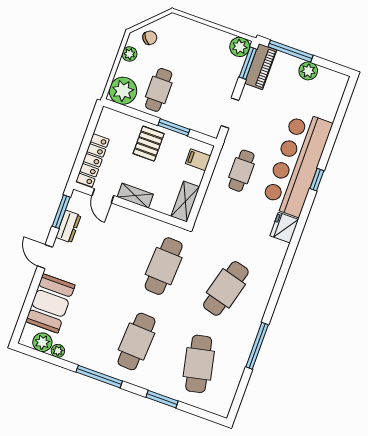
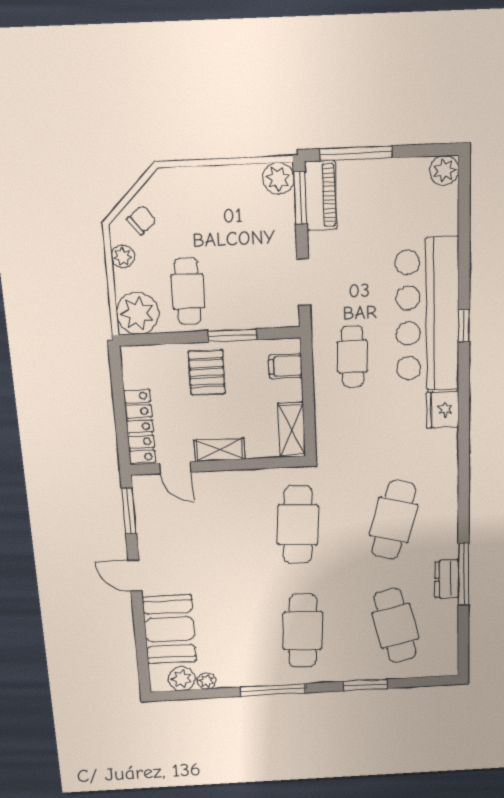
plant: (308, 71) -> (444, 170), moved
dresser: (68, 226) -> (447, 579), moved, turned 180

